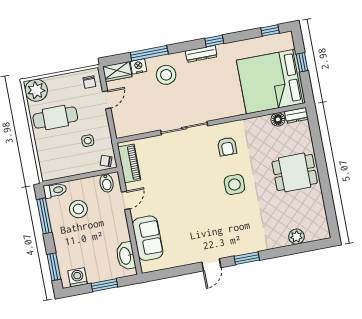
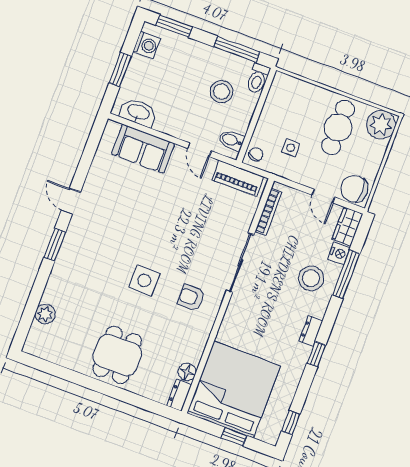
dresser: (201, 54) -> (311, 331), width x0.70
chair: (89, 82) -> (354, 189), width x1.87, depth x1.87
bookcase: (139, 130) -> (269, 212), added

